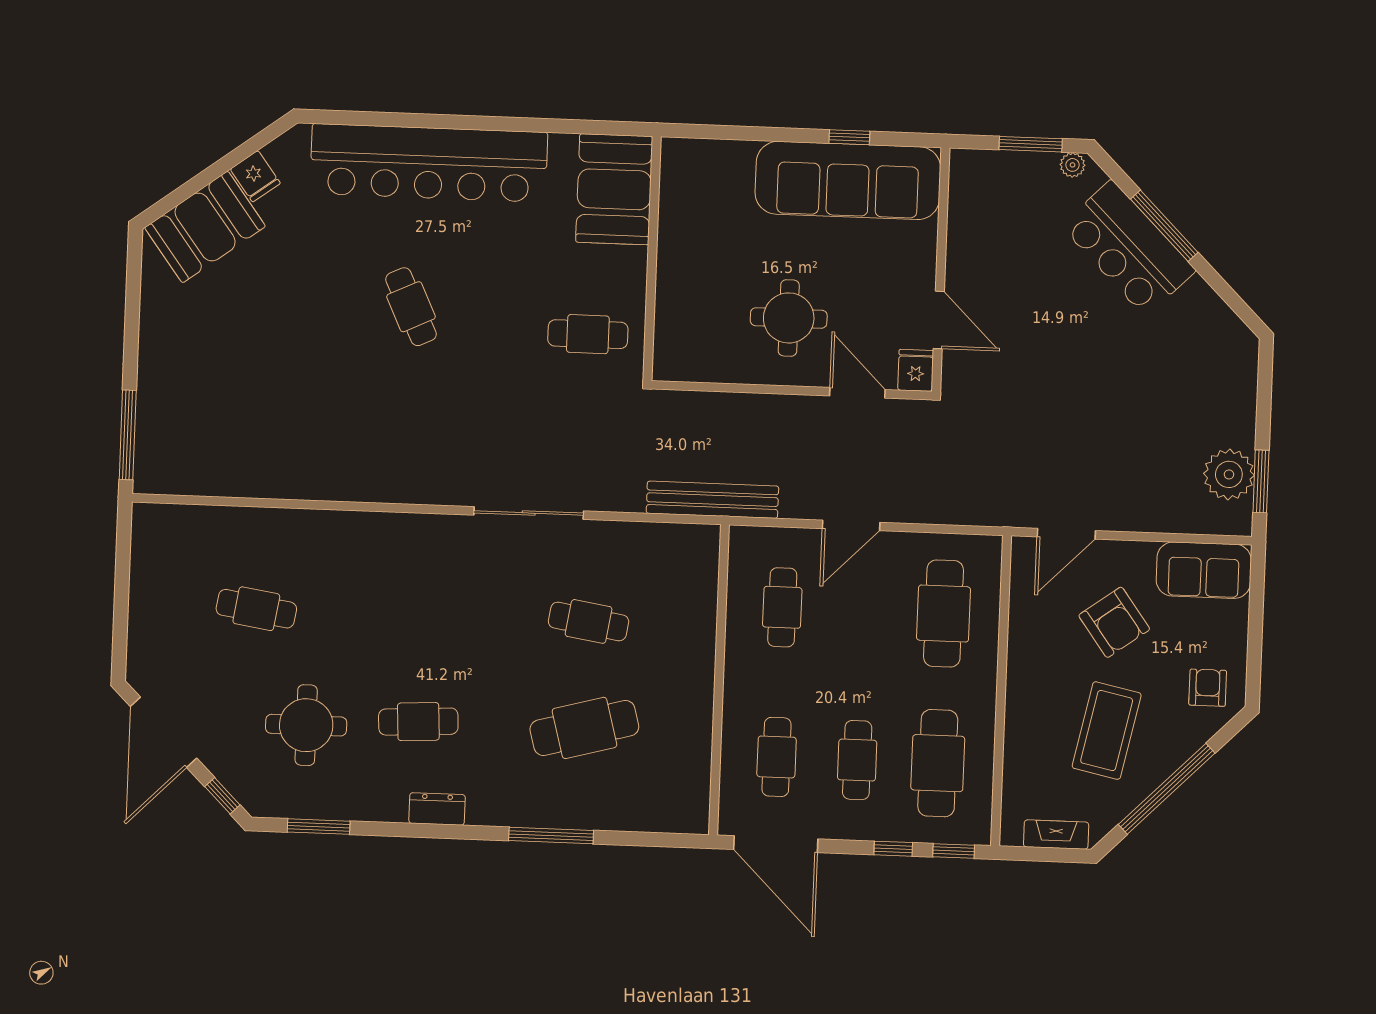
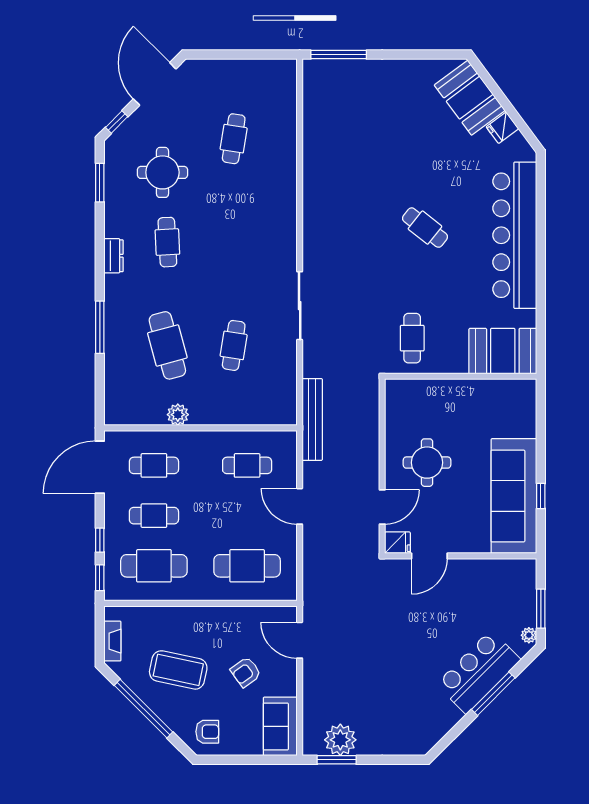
cafe table: (411, 307) -> (425, 228), turned 63
armchair: (1114, 622) -> (246, 672), width x0.72, depth x0.72
plant: (696, 715) -> (178, 415), added
door: (164, 732) -> (155, 84), hinge flipped

